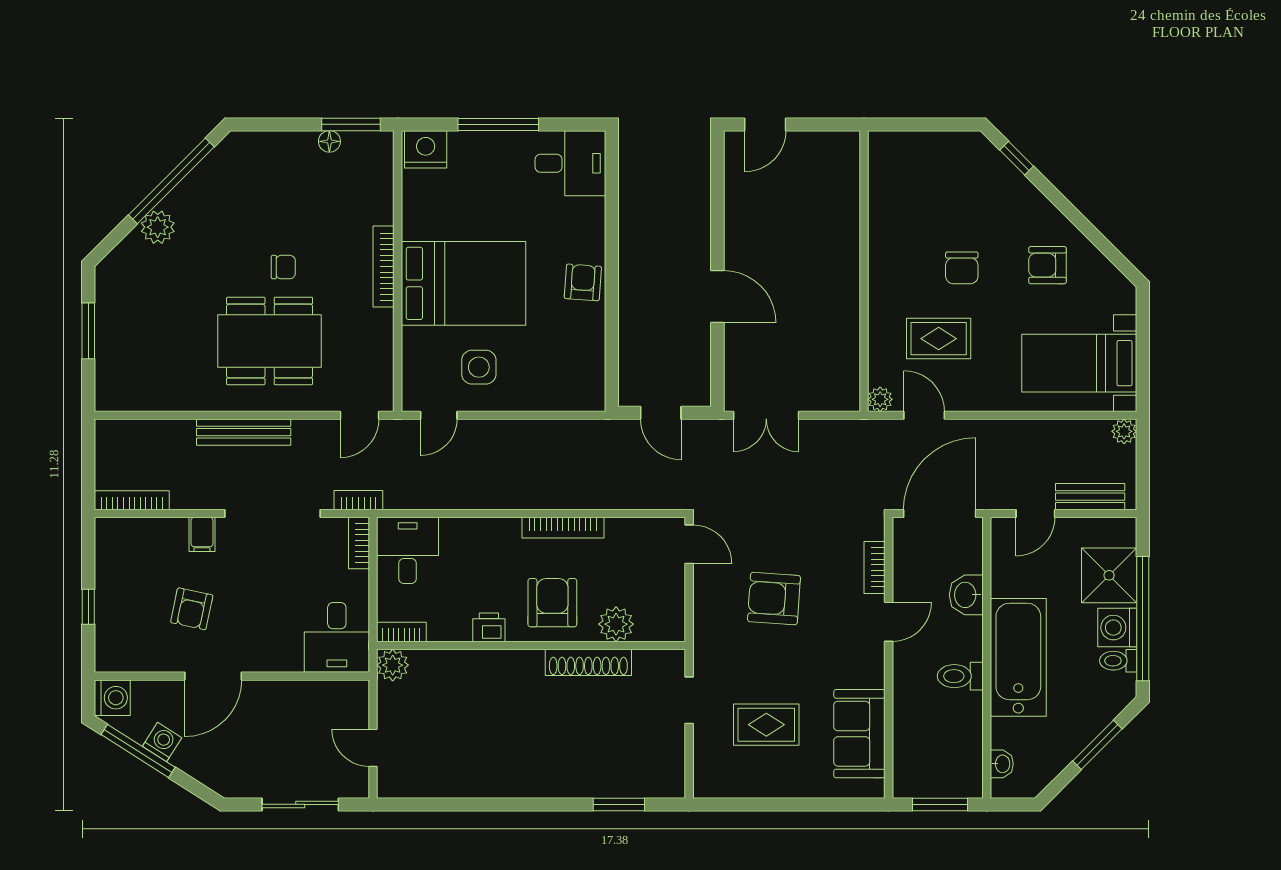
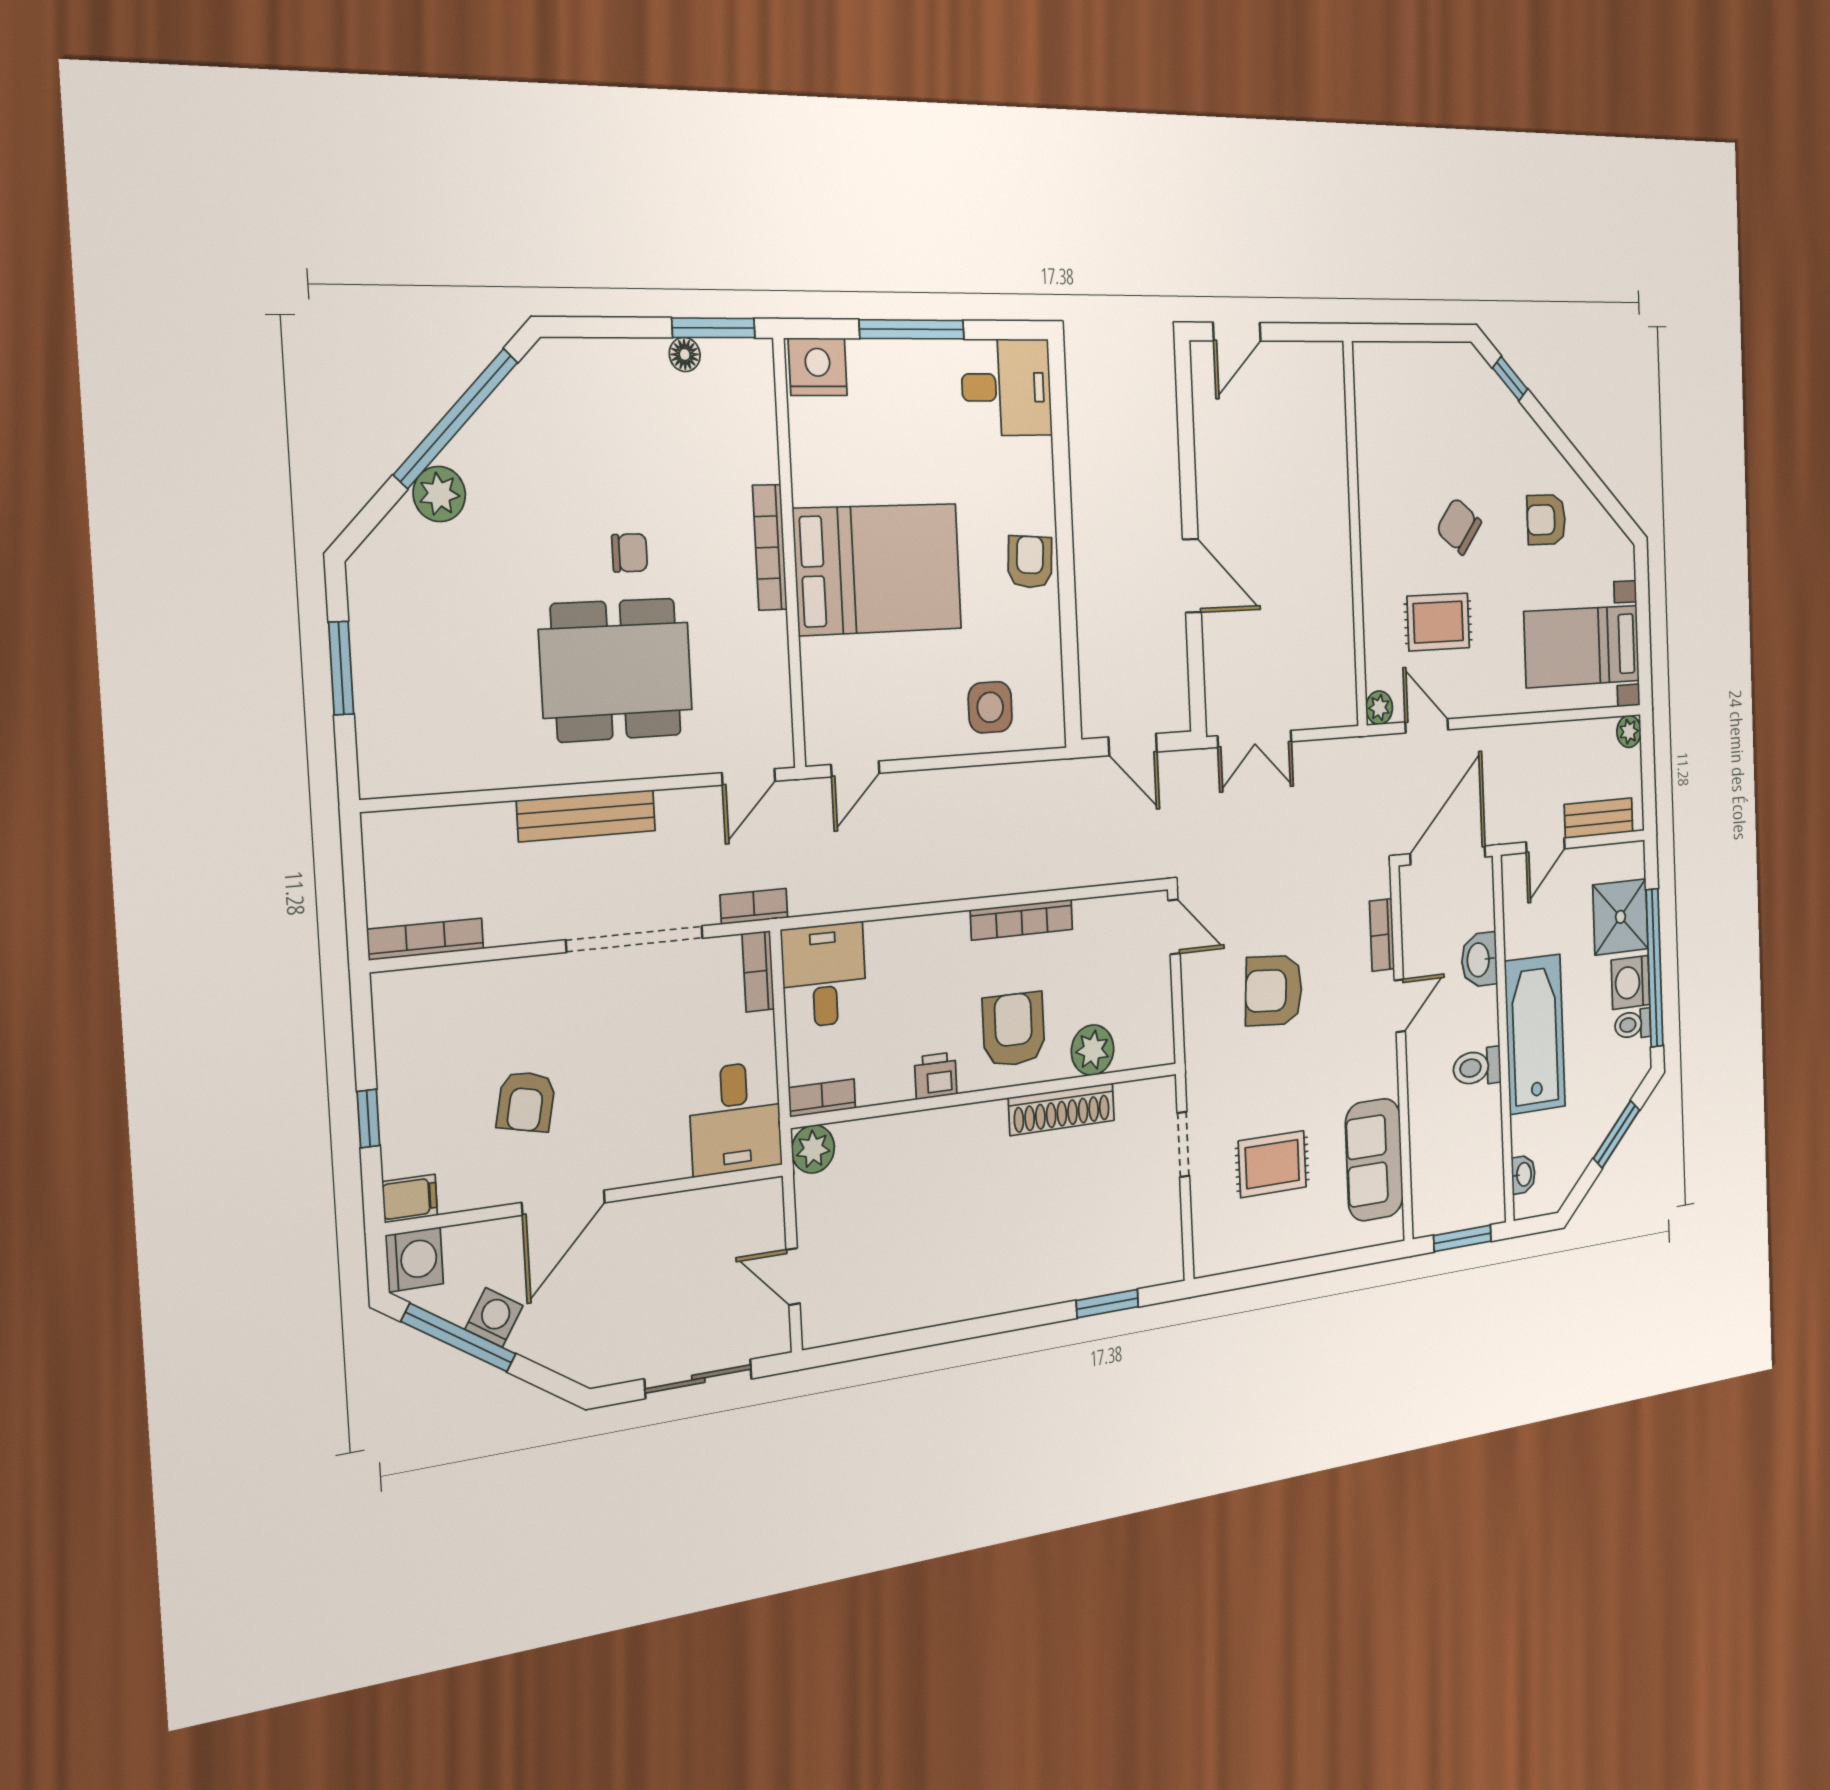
chair: (962, 268) -> (1459, 526), turned 128
side table: (479, 367) -> (990, 707), moved
filing cabinet: (202, 534) -> (410, 1199), moved, turned -90

